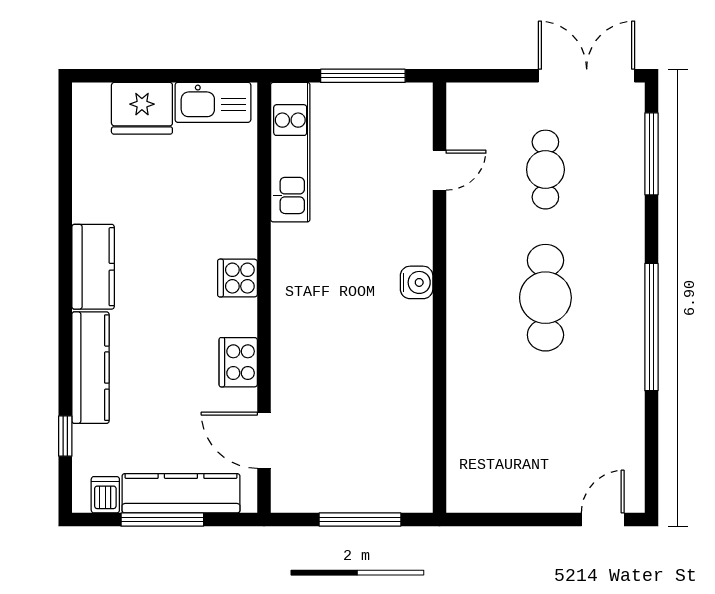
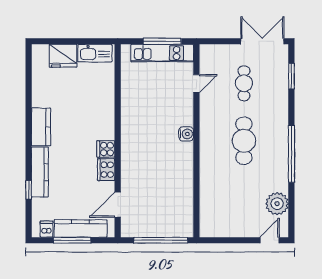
kitchen unit: (290, 152) -> (162, 53), moved, turned 90
window: (651, 154) -> (291, 76), width x0.69
cooker: (238, 278) -> (106, 149), moved
window: (65, 436) -> (29, 190), moved
plant: (619, 438) -> (277, 204), added
door: (264, 440) -> (118, 205), hinge flipped
window: (360, 520) -> (161, 240), width x1.46

